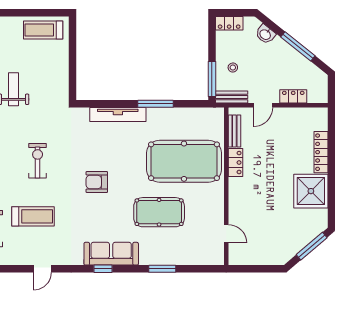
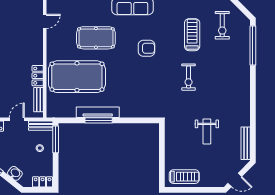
tv unit: (118, 115) -> (98, 112), moved
armchair: (97, 182) -> (147, 48), moved
treadmill: (33, 216) -> (192, 35), turned 90
door: (226, 234) -> (45, 21), swing flipped

